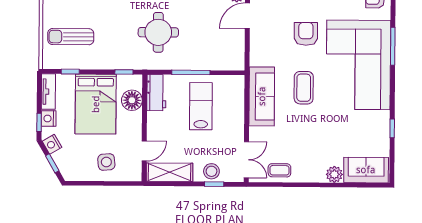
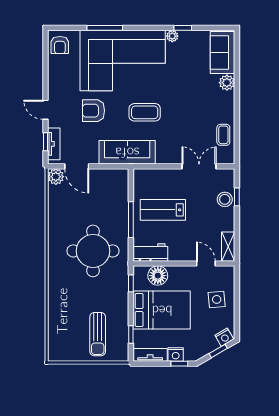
round table: (158, 32) -> (93, 251), width x1.36, depth x1.36
sofa: (262, 96) -> (127, 152), moved
plant: (384, 117) -> (172, 36), added
nightstand: (52, 144) -> (224, 337), moved
double door: (246, 160) -> (199, 166), moved
shelving: (170, 172) -> (228, 247), width x0.67, depth x0.75

